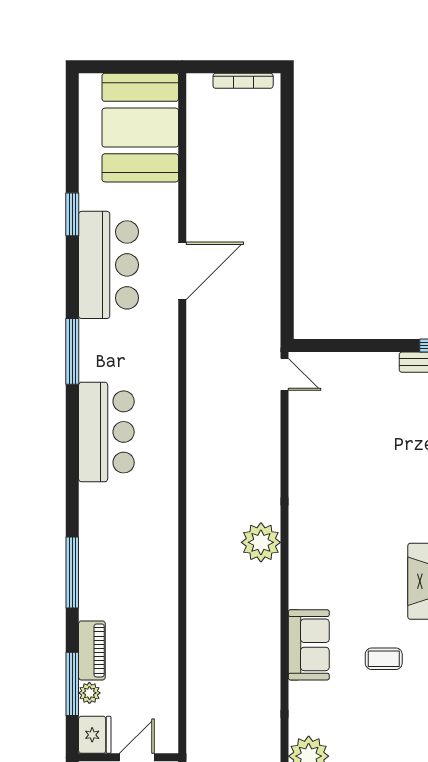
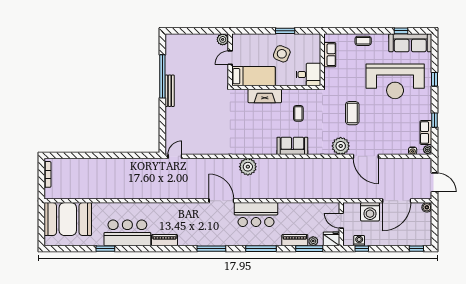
door: (182, 271) -> (221, 201), moved
piano: (92, 350) -> (164, 240), added
window: (72, 351) -> (211, 249), moved
bar counter: (106, 432) -> (256, 215), moved, turned 180

